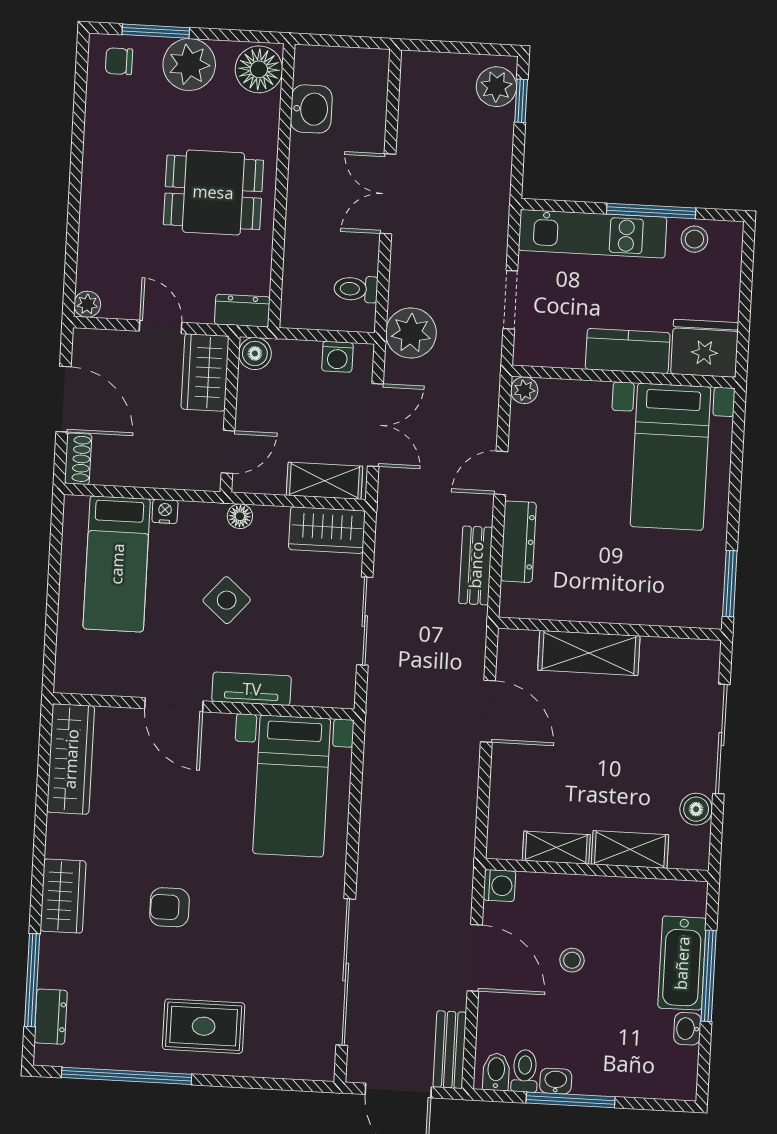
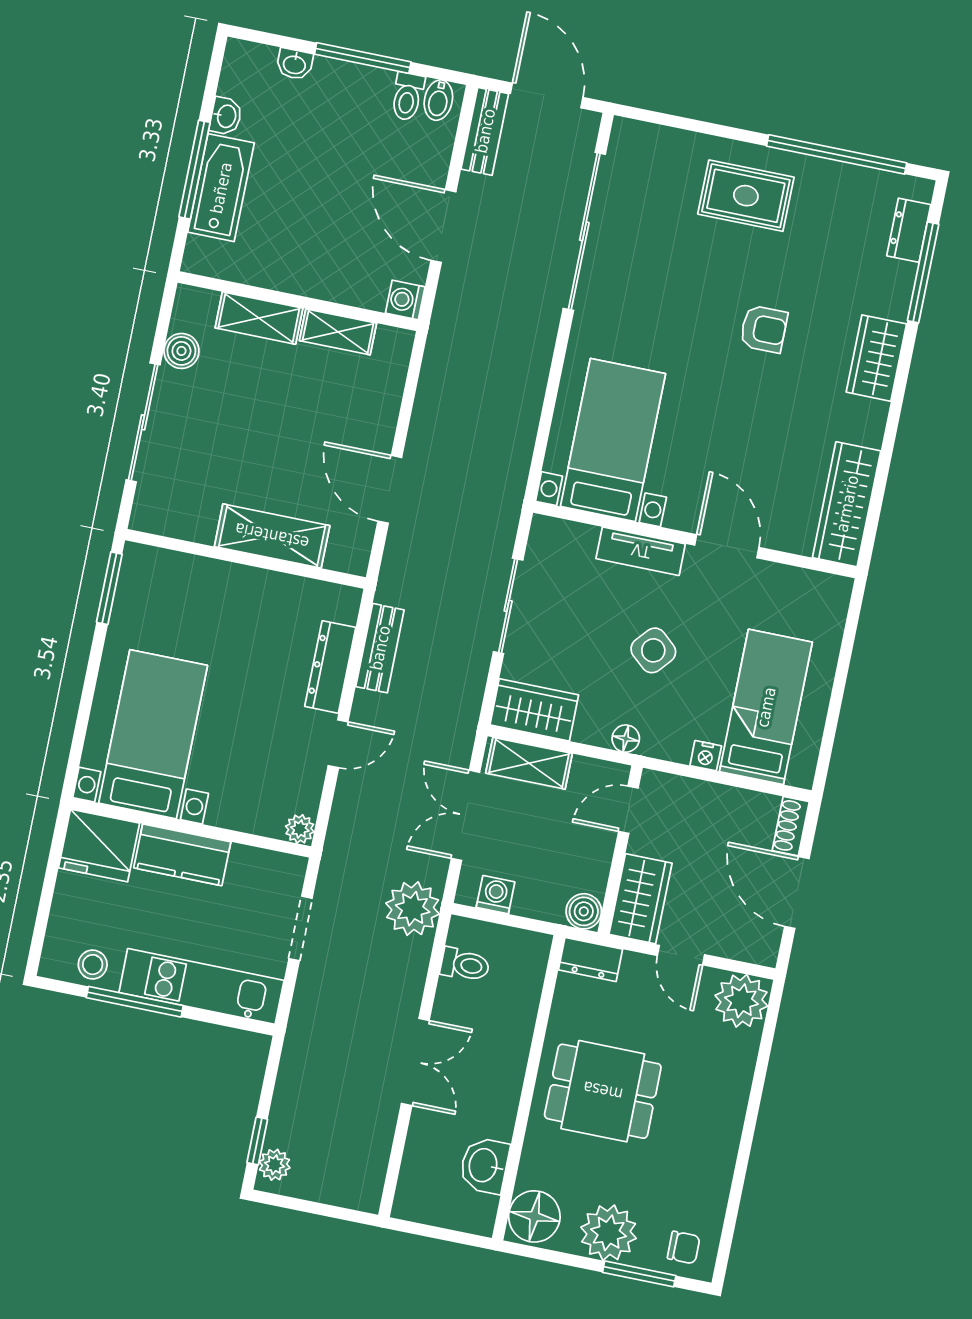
plant: (496, 87) -> (274, 1165), width x0.73, depth x0.73
plant: (87, 304) -> (741, 1001), width x1.87, depth x1.87
stool: (572, 960) -> (339, 208), removed
washbasin: (556, 1081) -> (295, 64), moved

